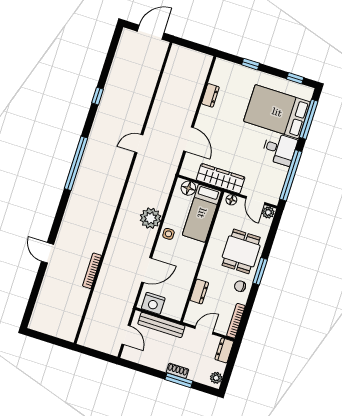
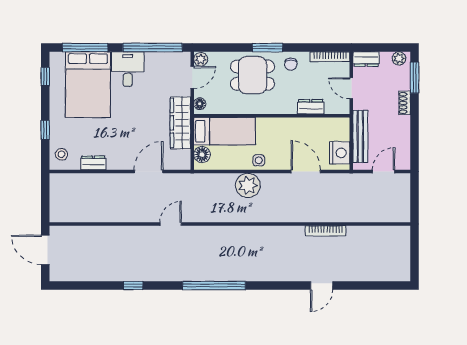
stool: (226, 71) -> (61, 154), added
door: (139, 144) -> (171, 224), swing flipped
window: (179, 380) -> (415, 78), moved

